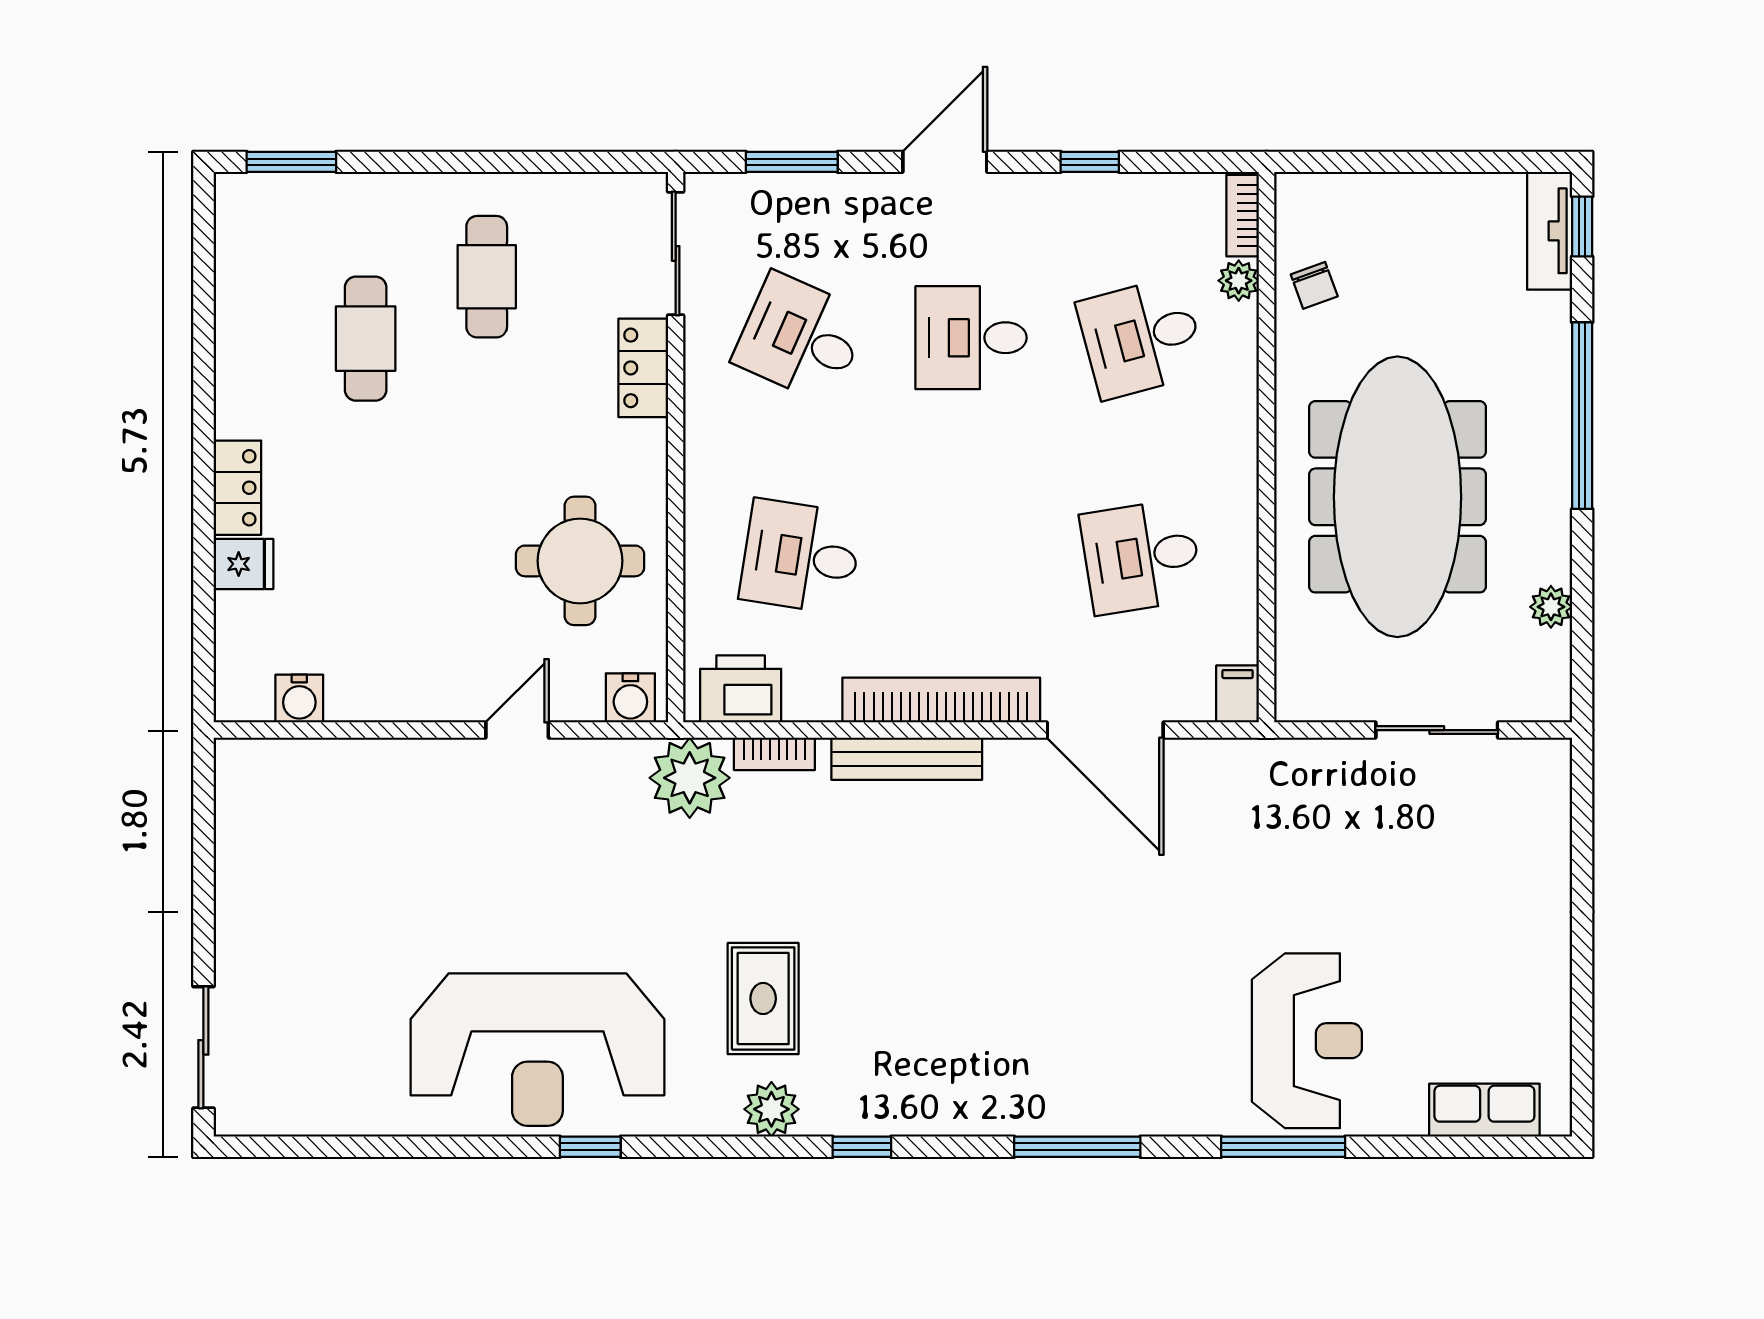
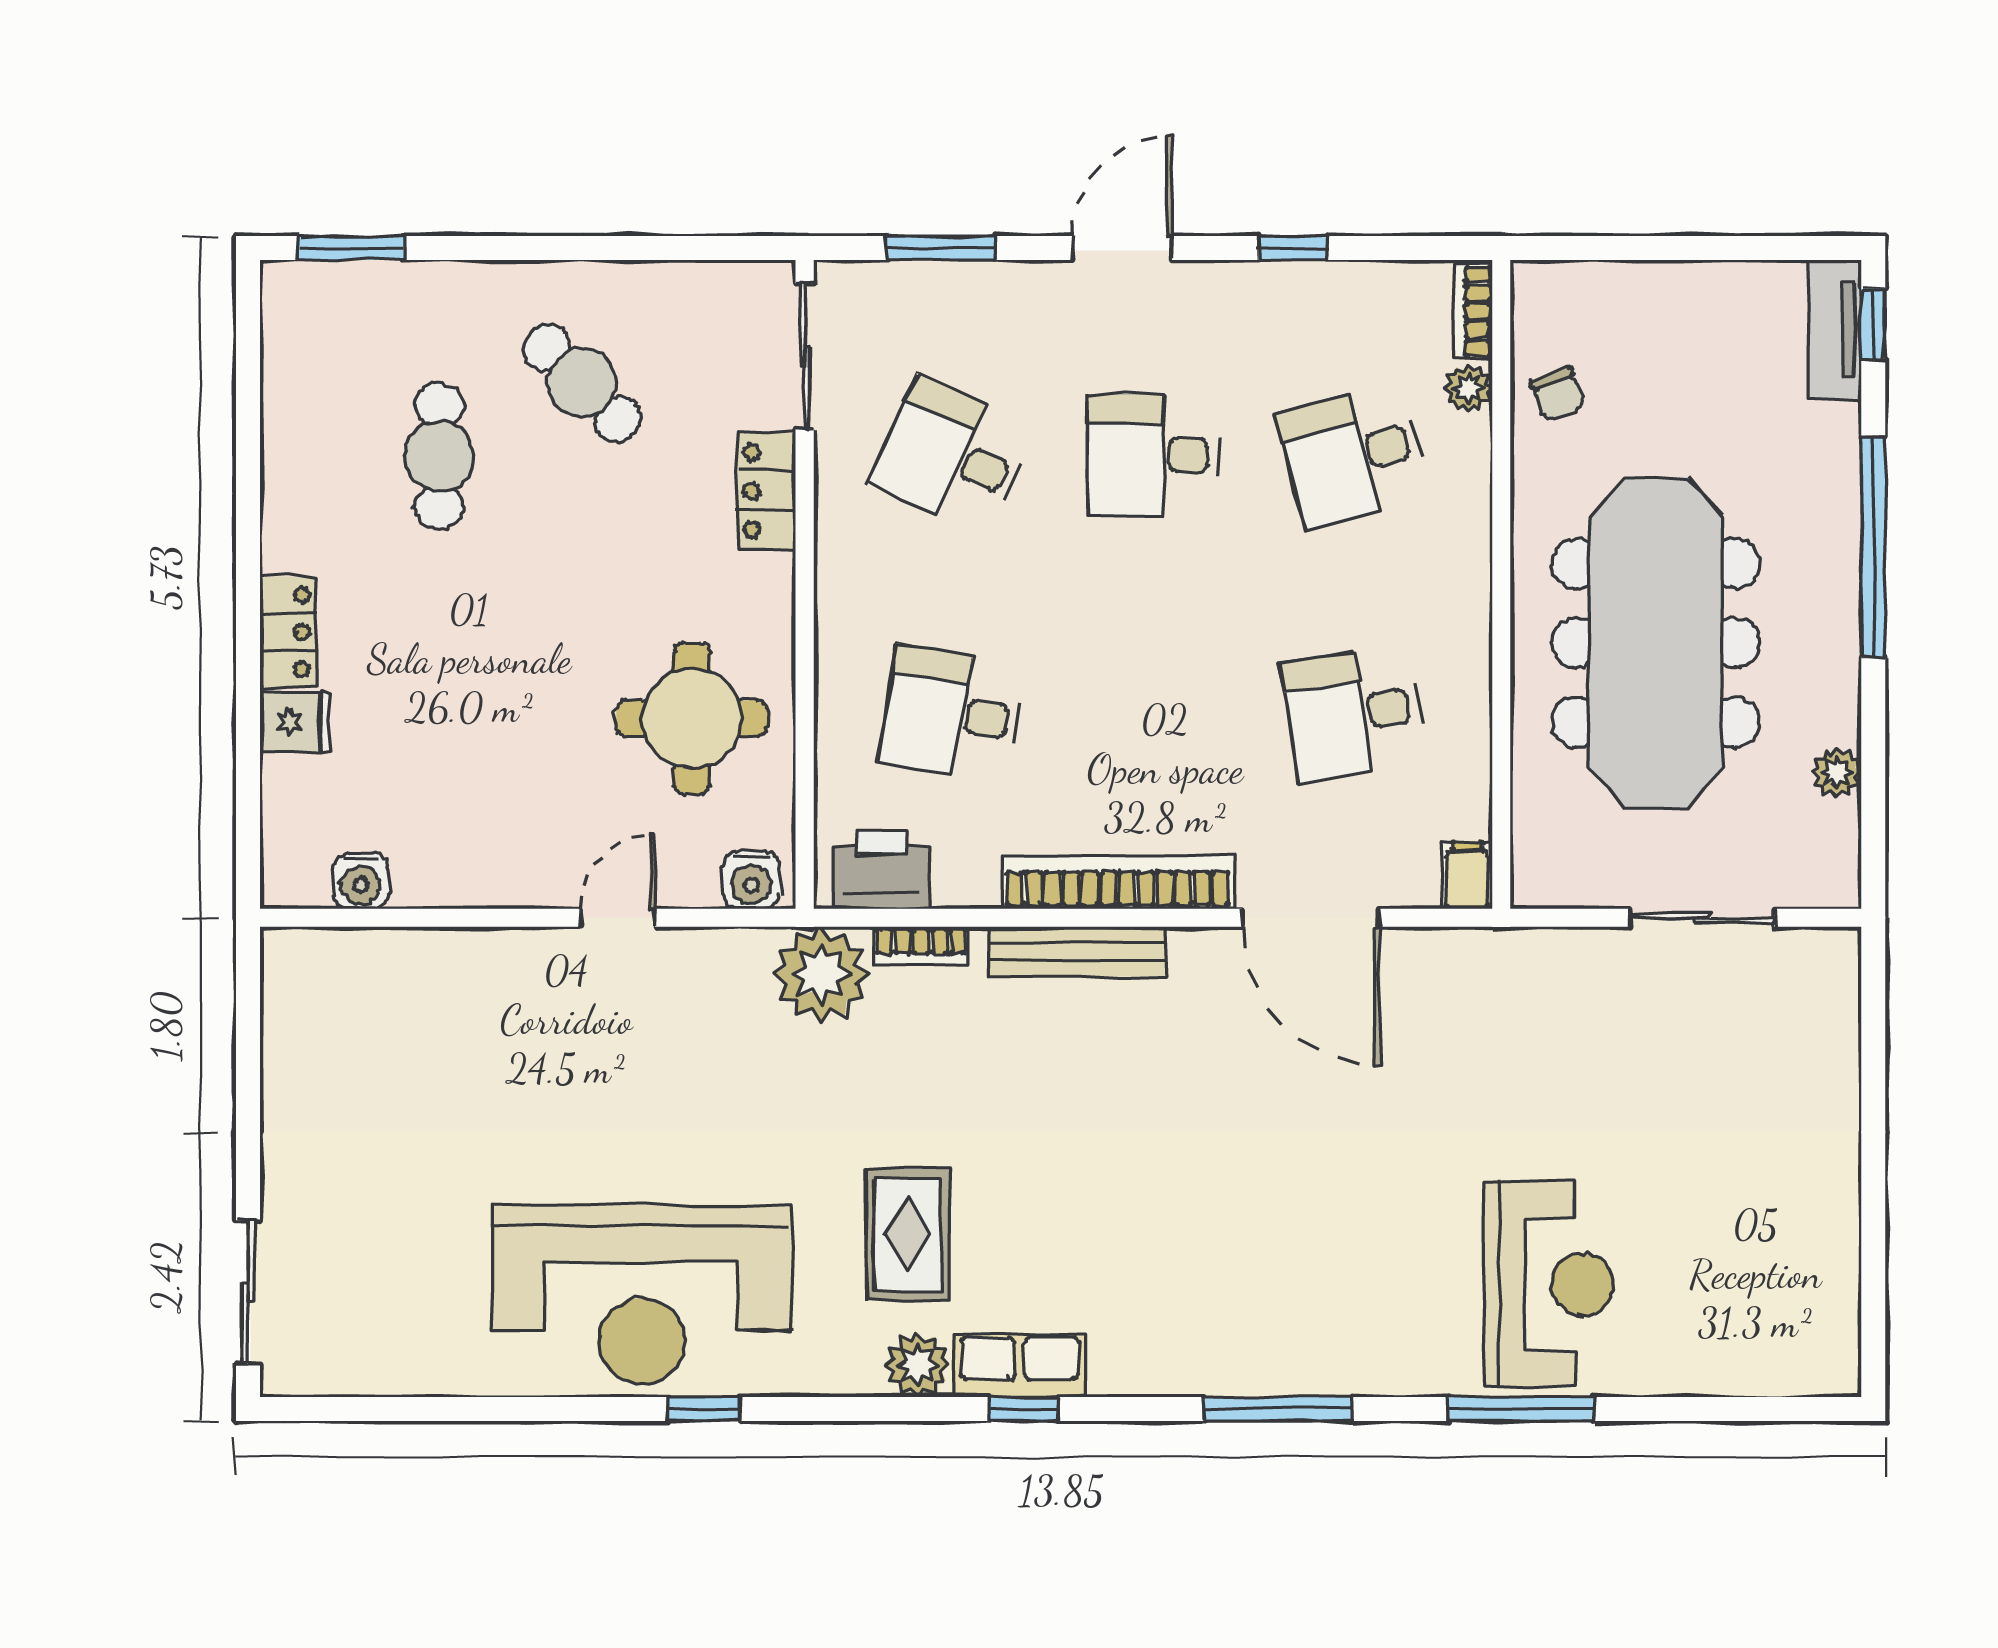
cafe table: (487, 277) -> (582, 383), turned -45
row of seats: (1484, 1110) -> (1020, 1366), moved

